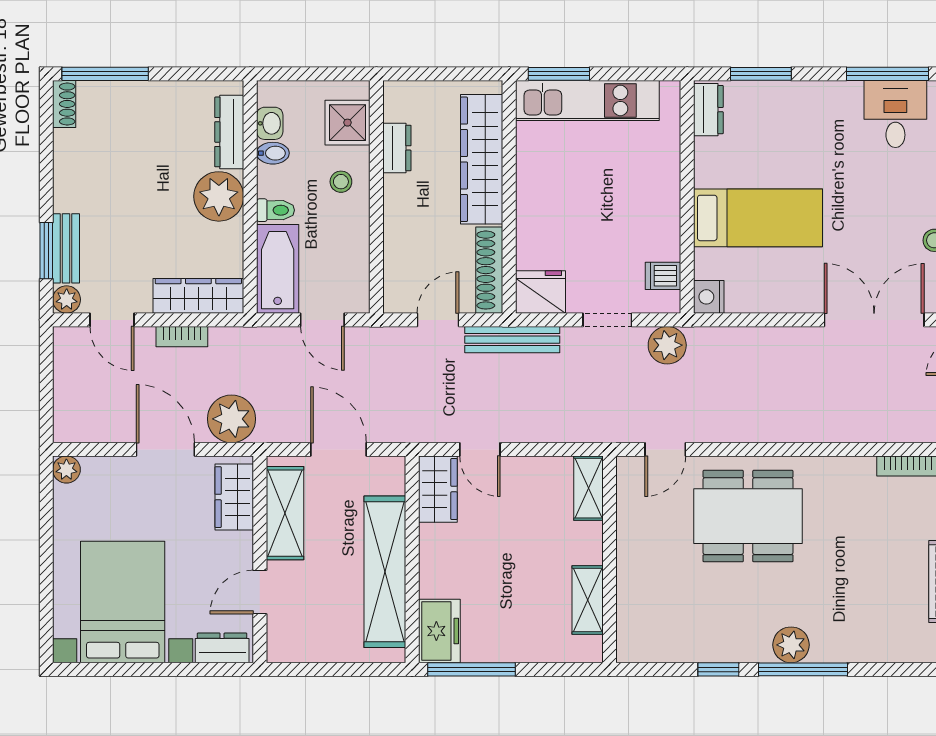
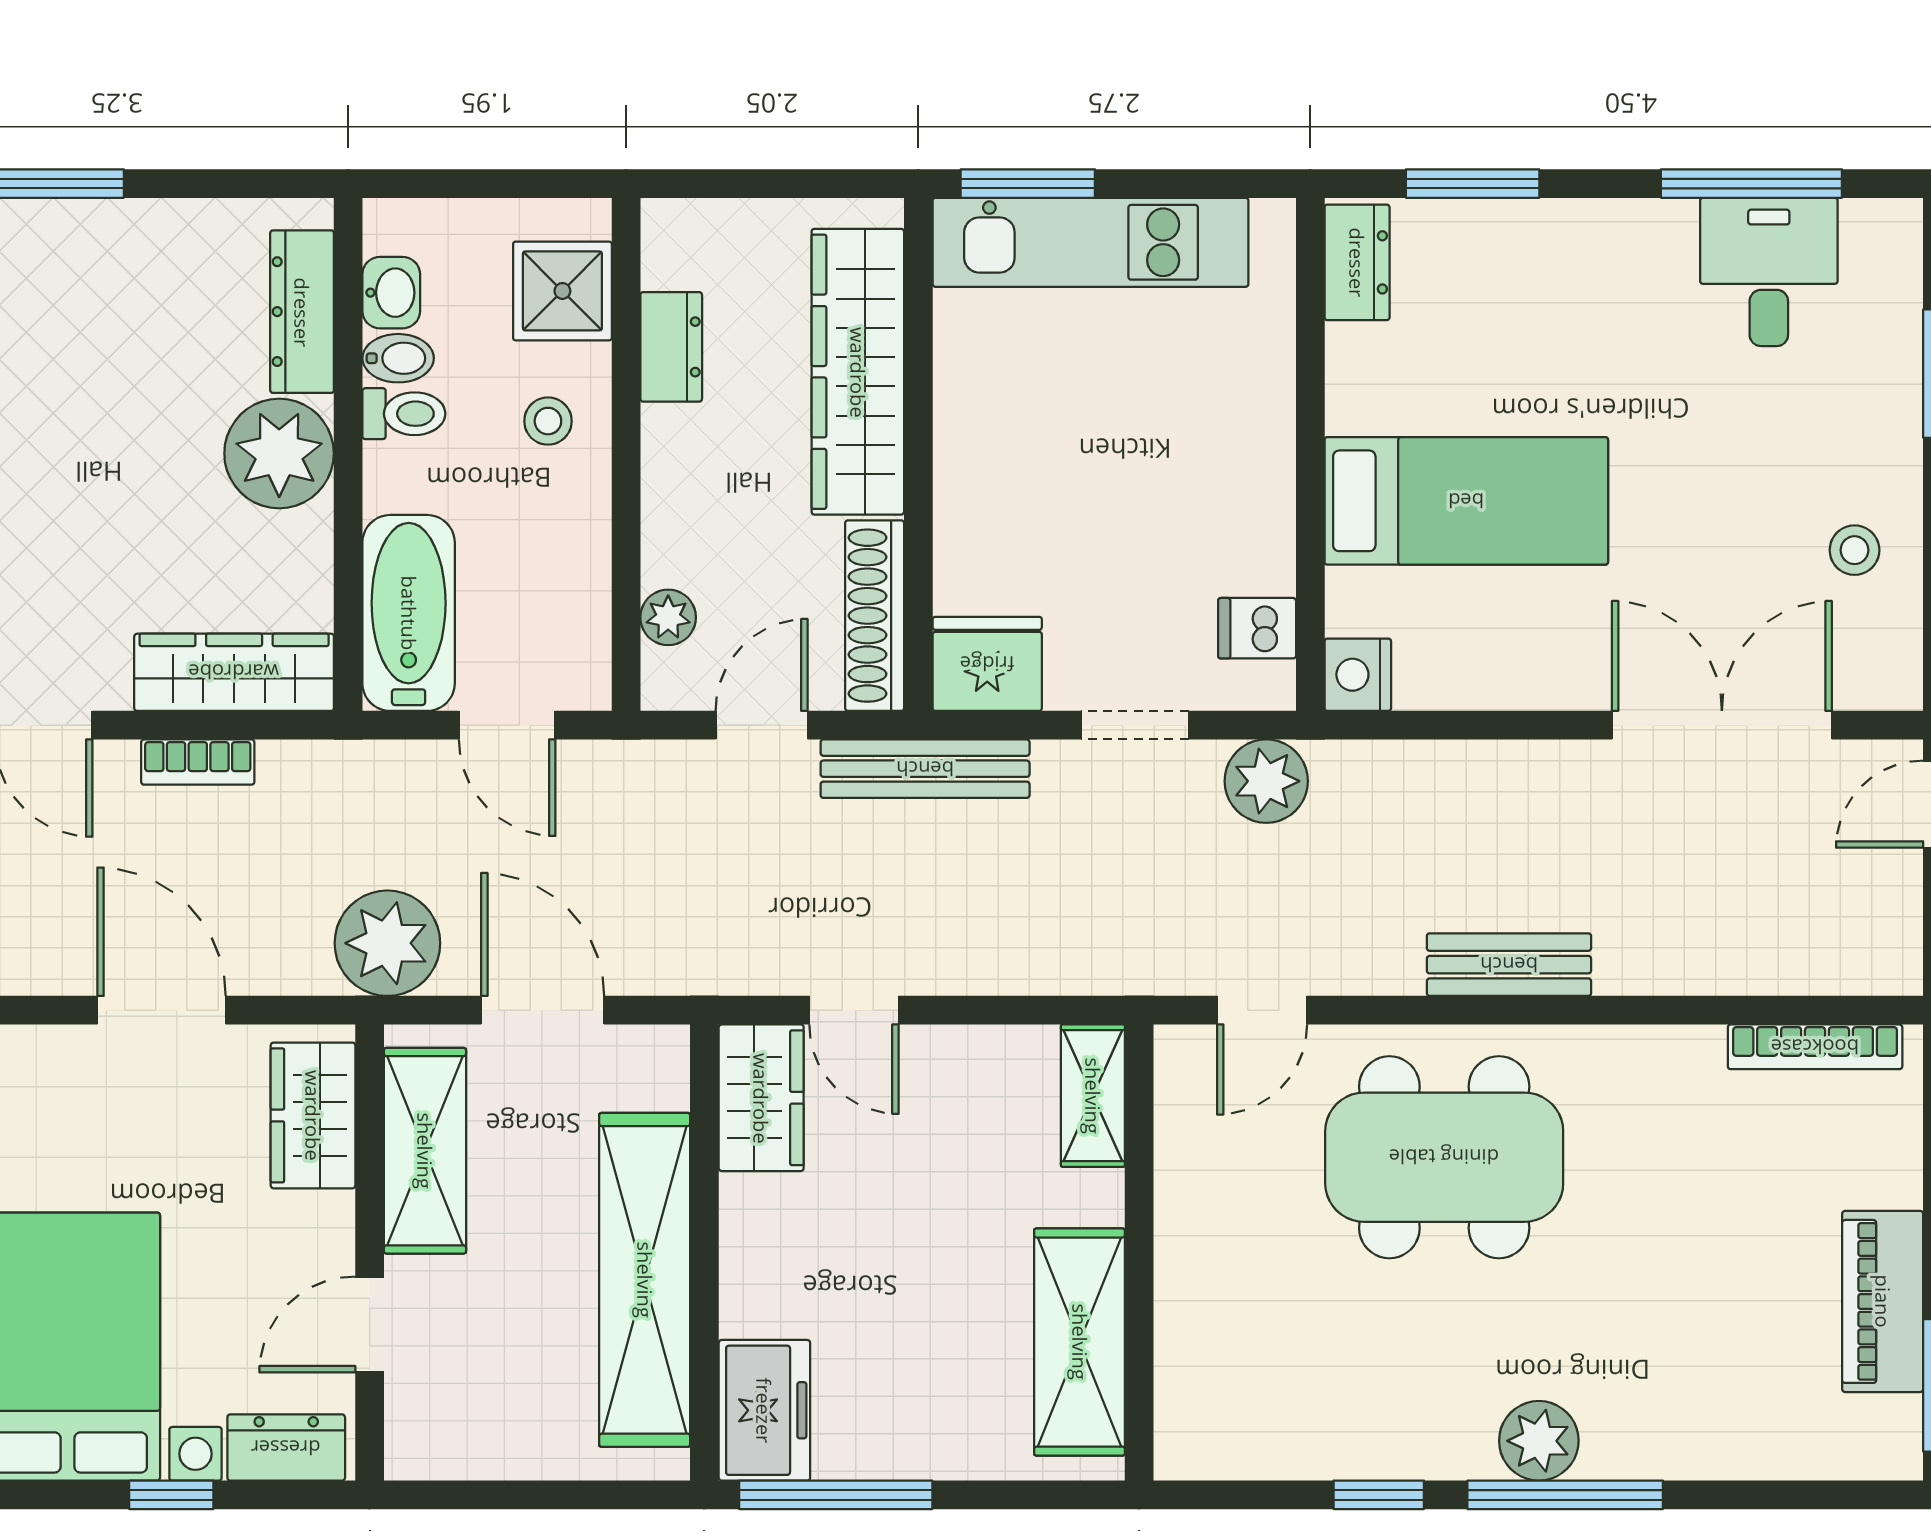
toilet: (275, 210) -> (404, 414), moved
plant: (396, 271) -> (668, 617), added
plant: (231, 419) -> (387, 943), moved
bench: (777, 429) -> (1509, 965), added
shelving: (588, 600) -> (1080, 1342), width x1.50, depth x1.33
window: (170, 669) -> (171, 1495), added

